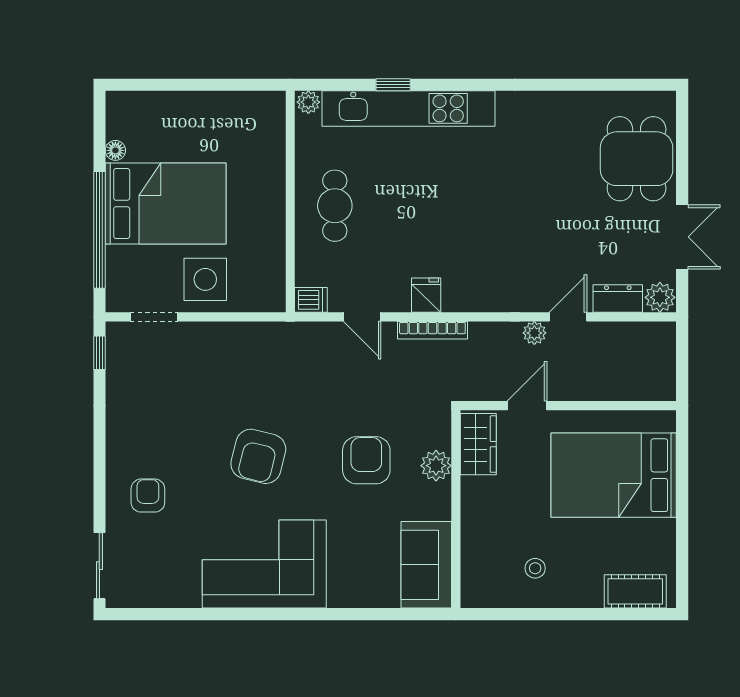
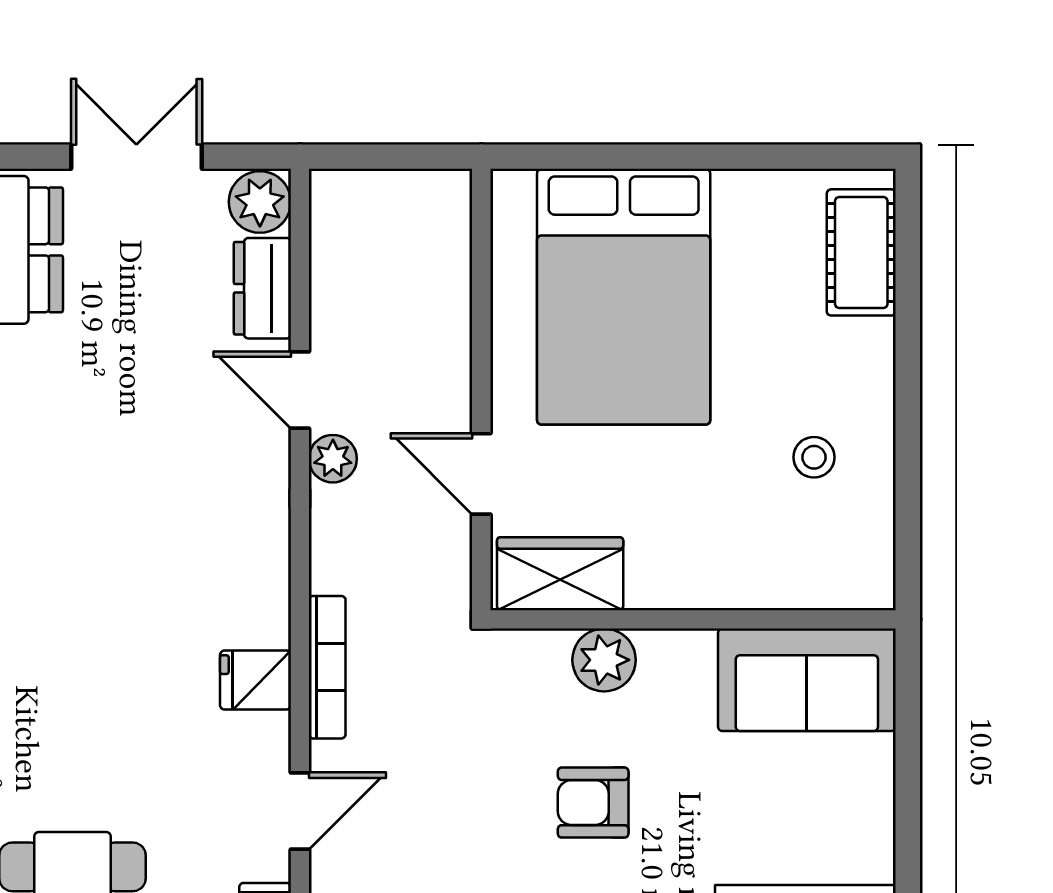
armchair: (366, 460) -> (593, 803), width x0.72, depth x0.72

